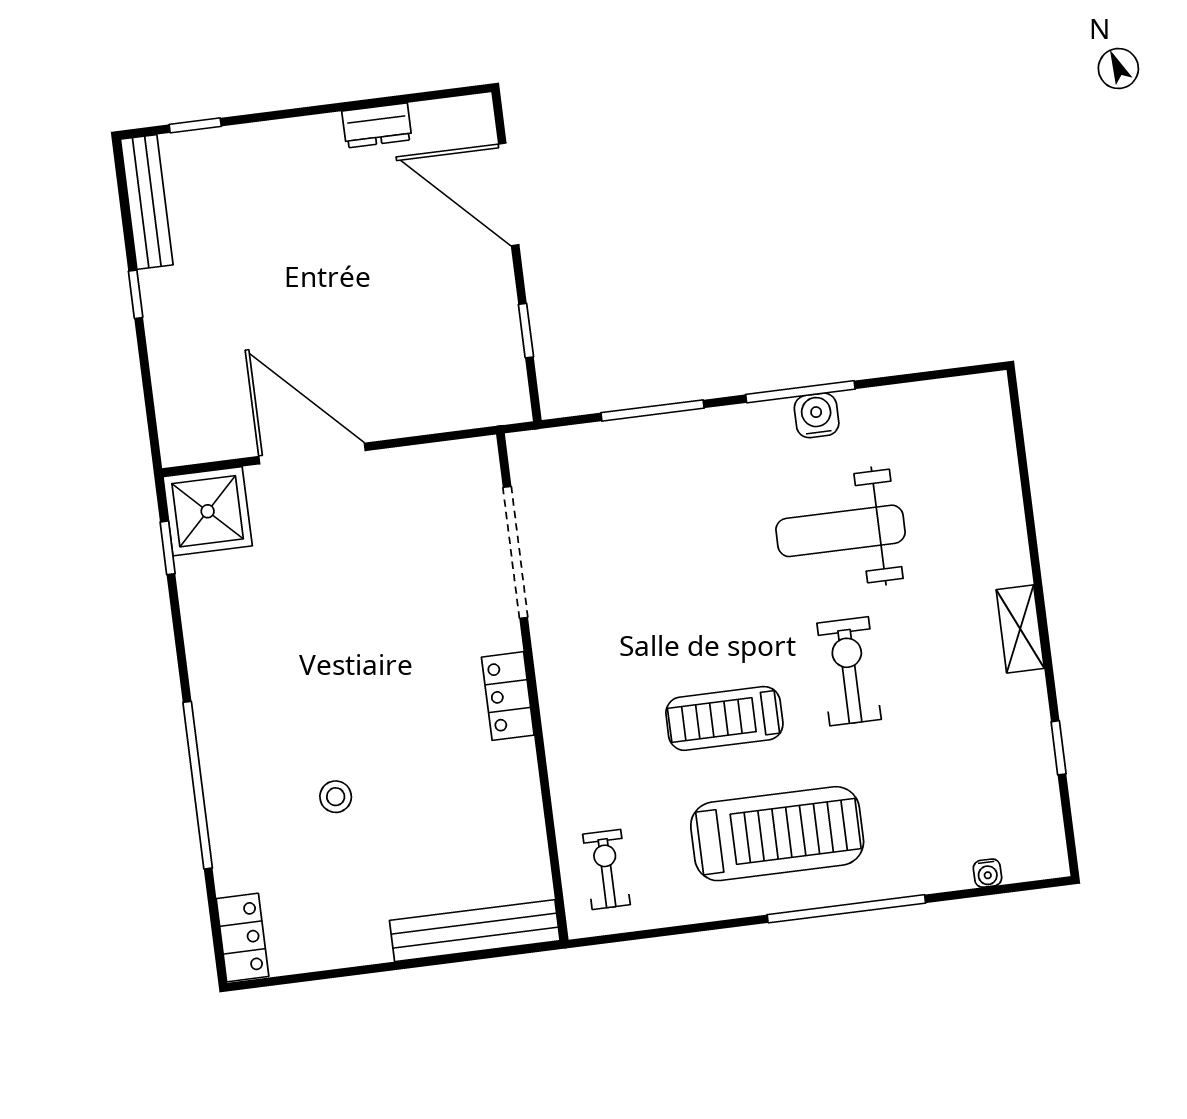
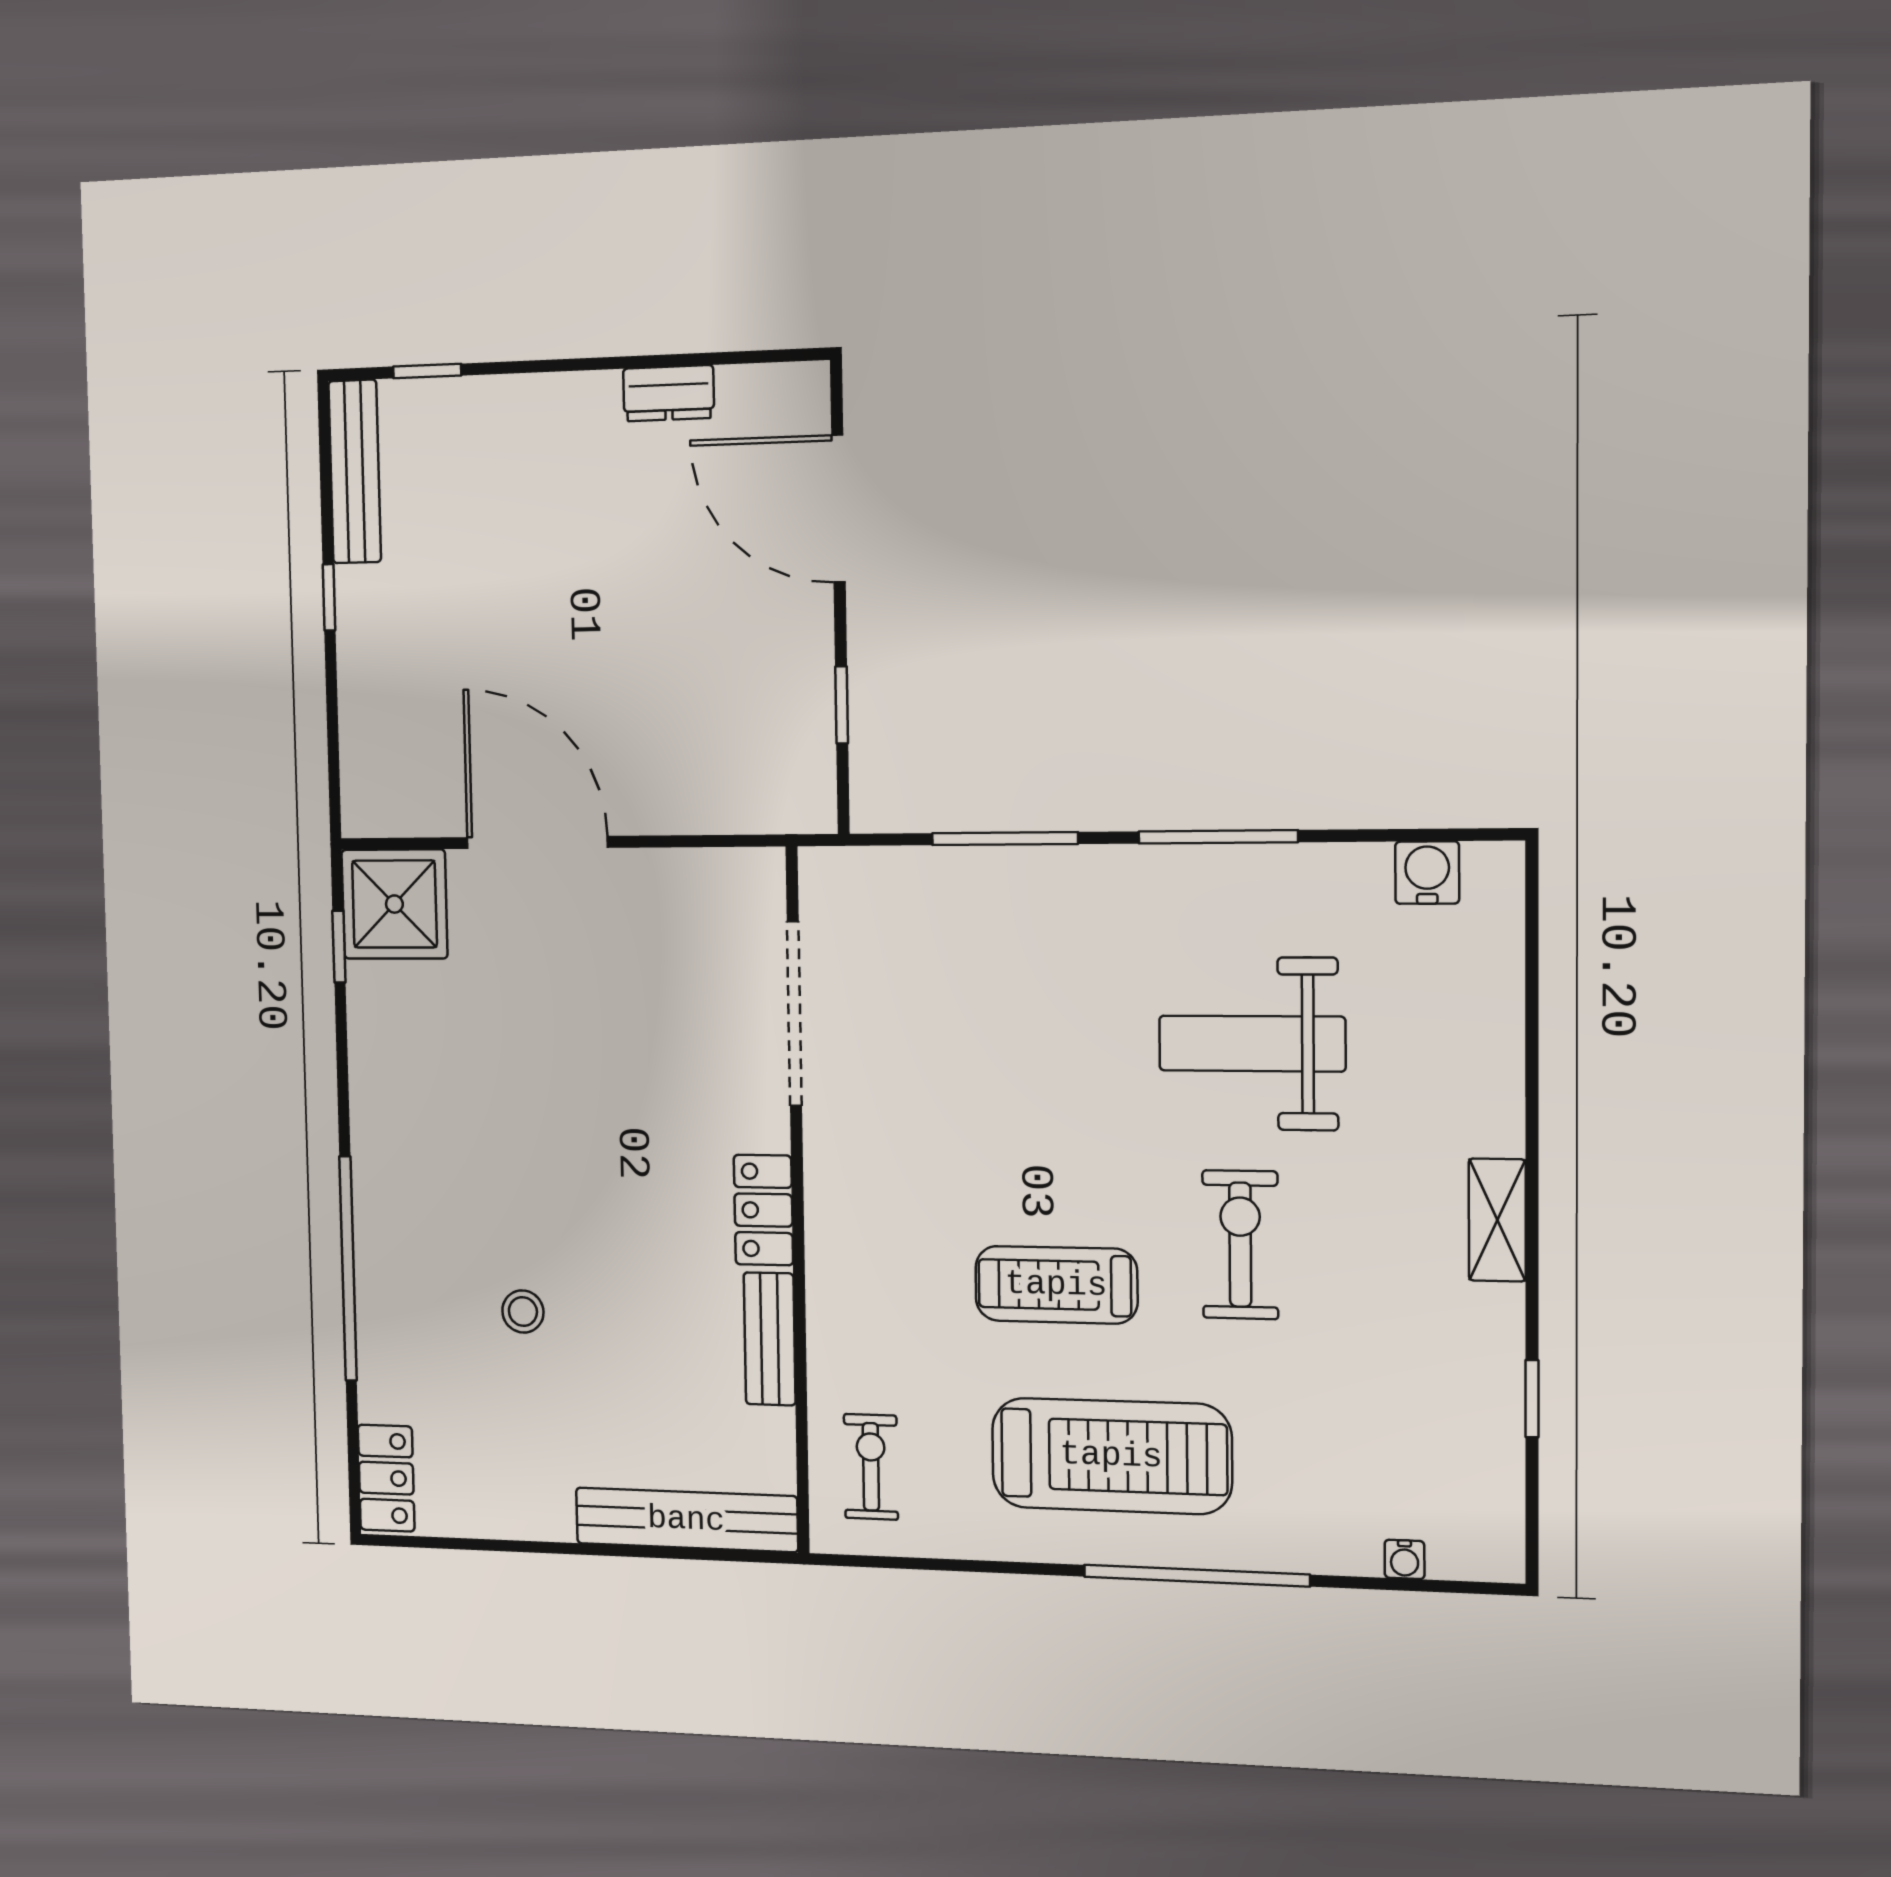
water cooler: (817, 415) -> (1427, 873), moved
bench: (522, 789) -> (770, 1339), added

